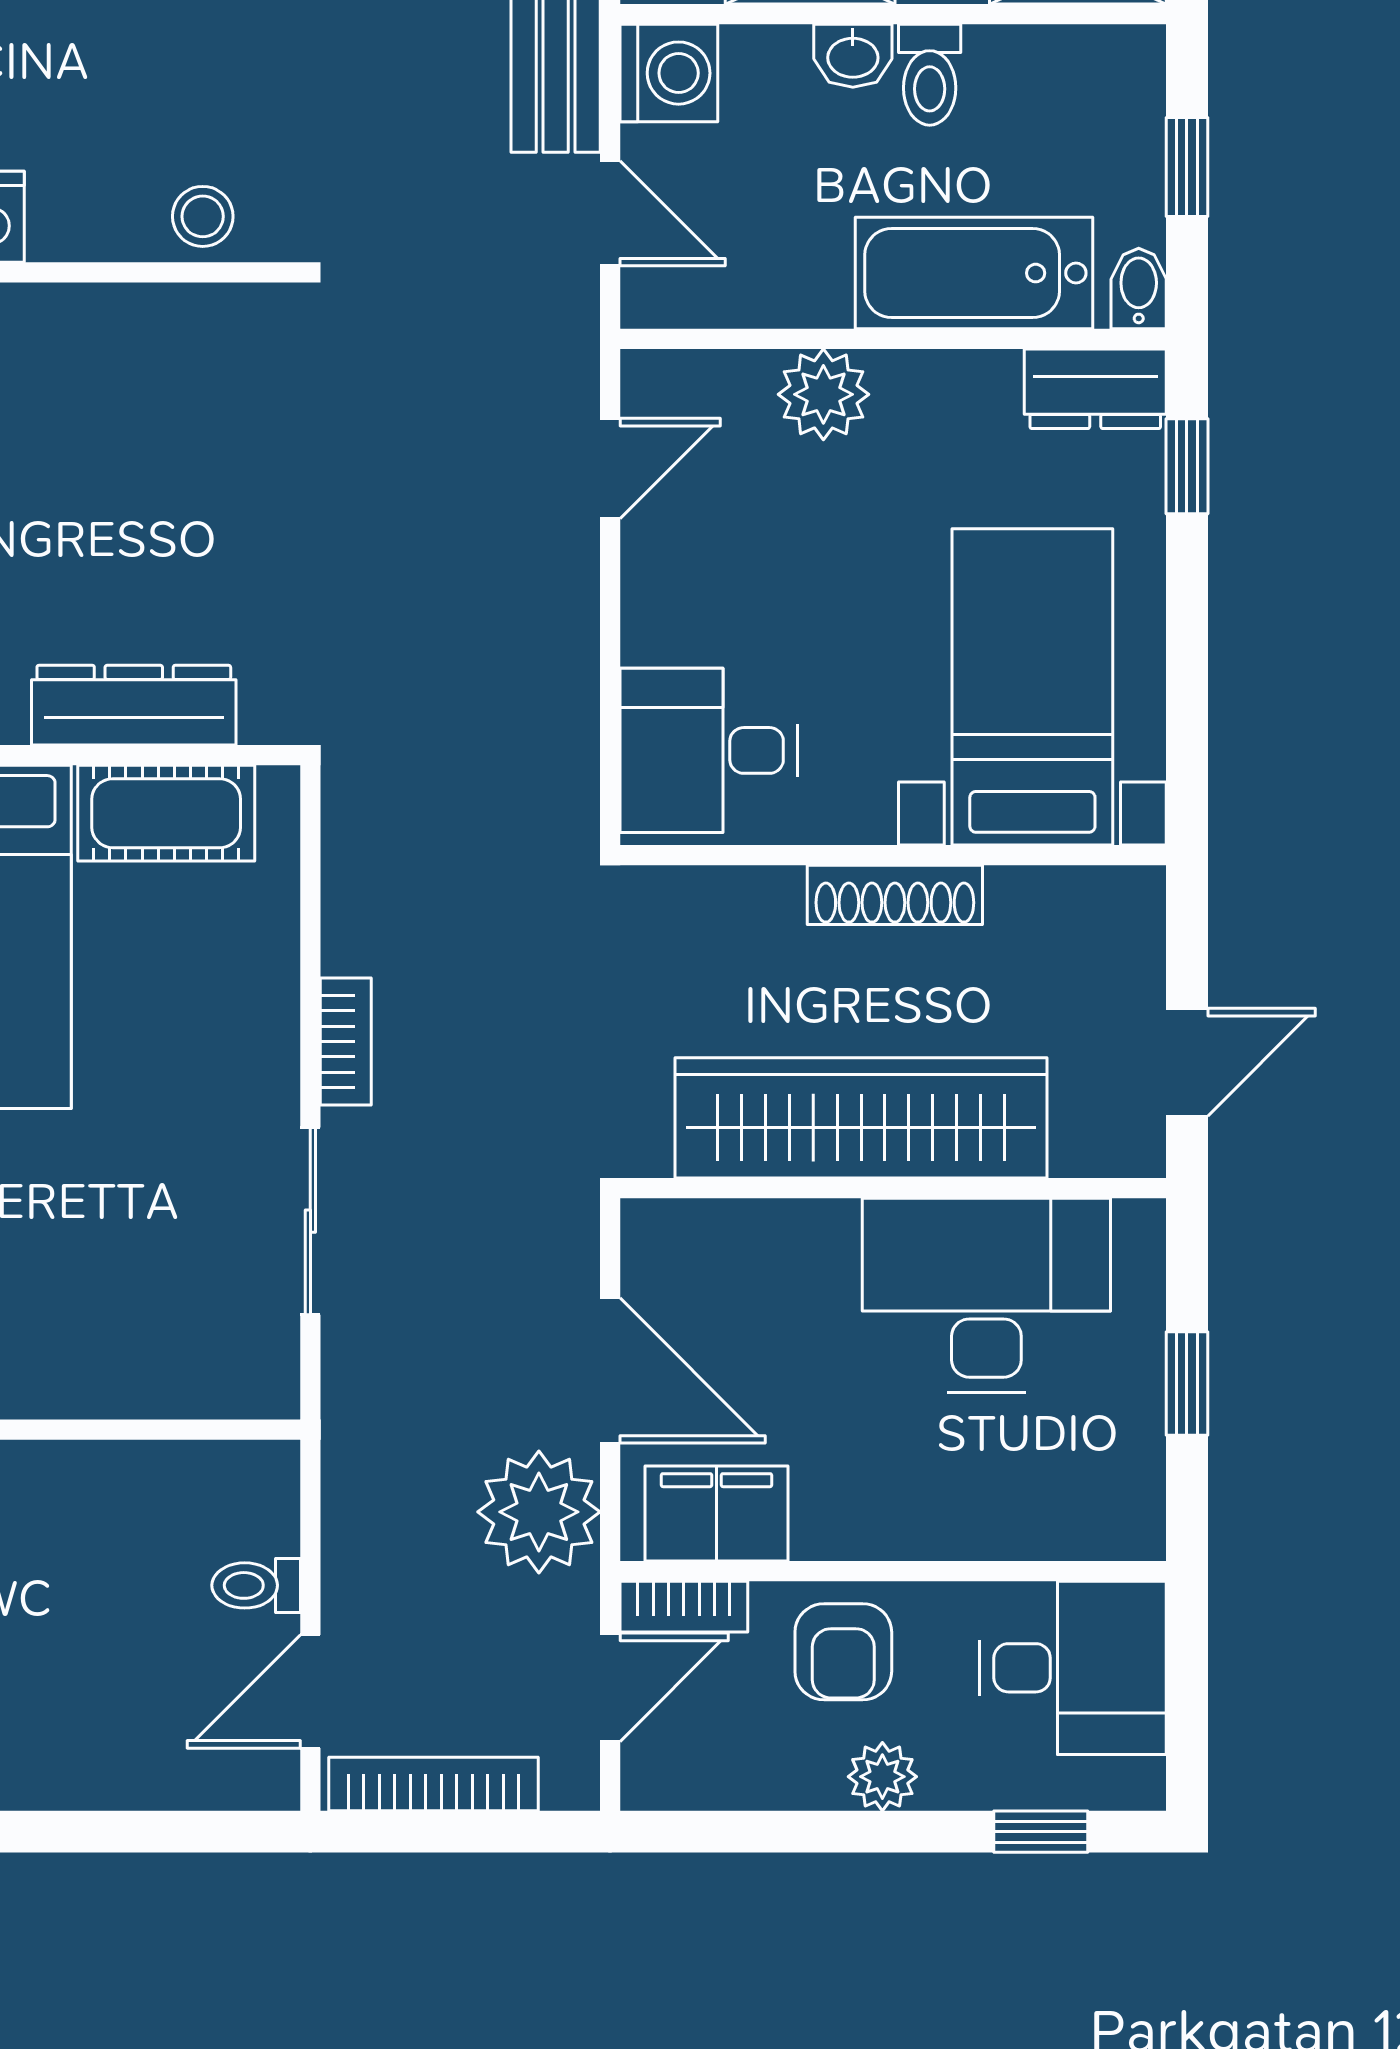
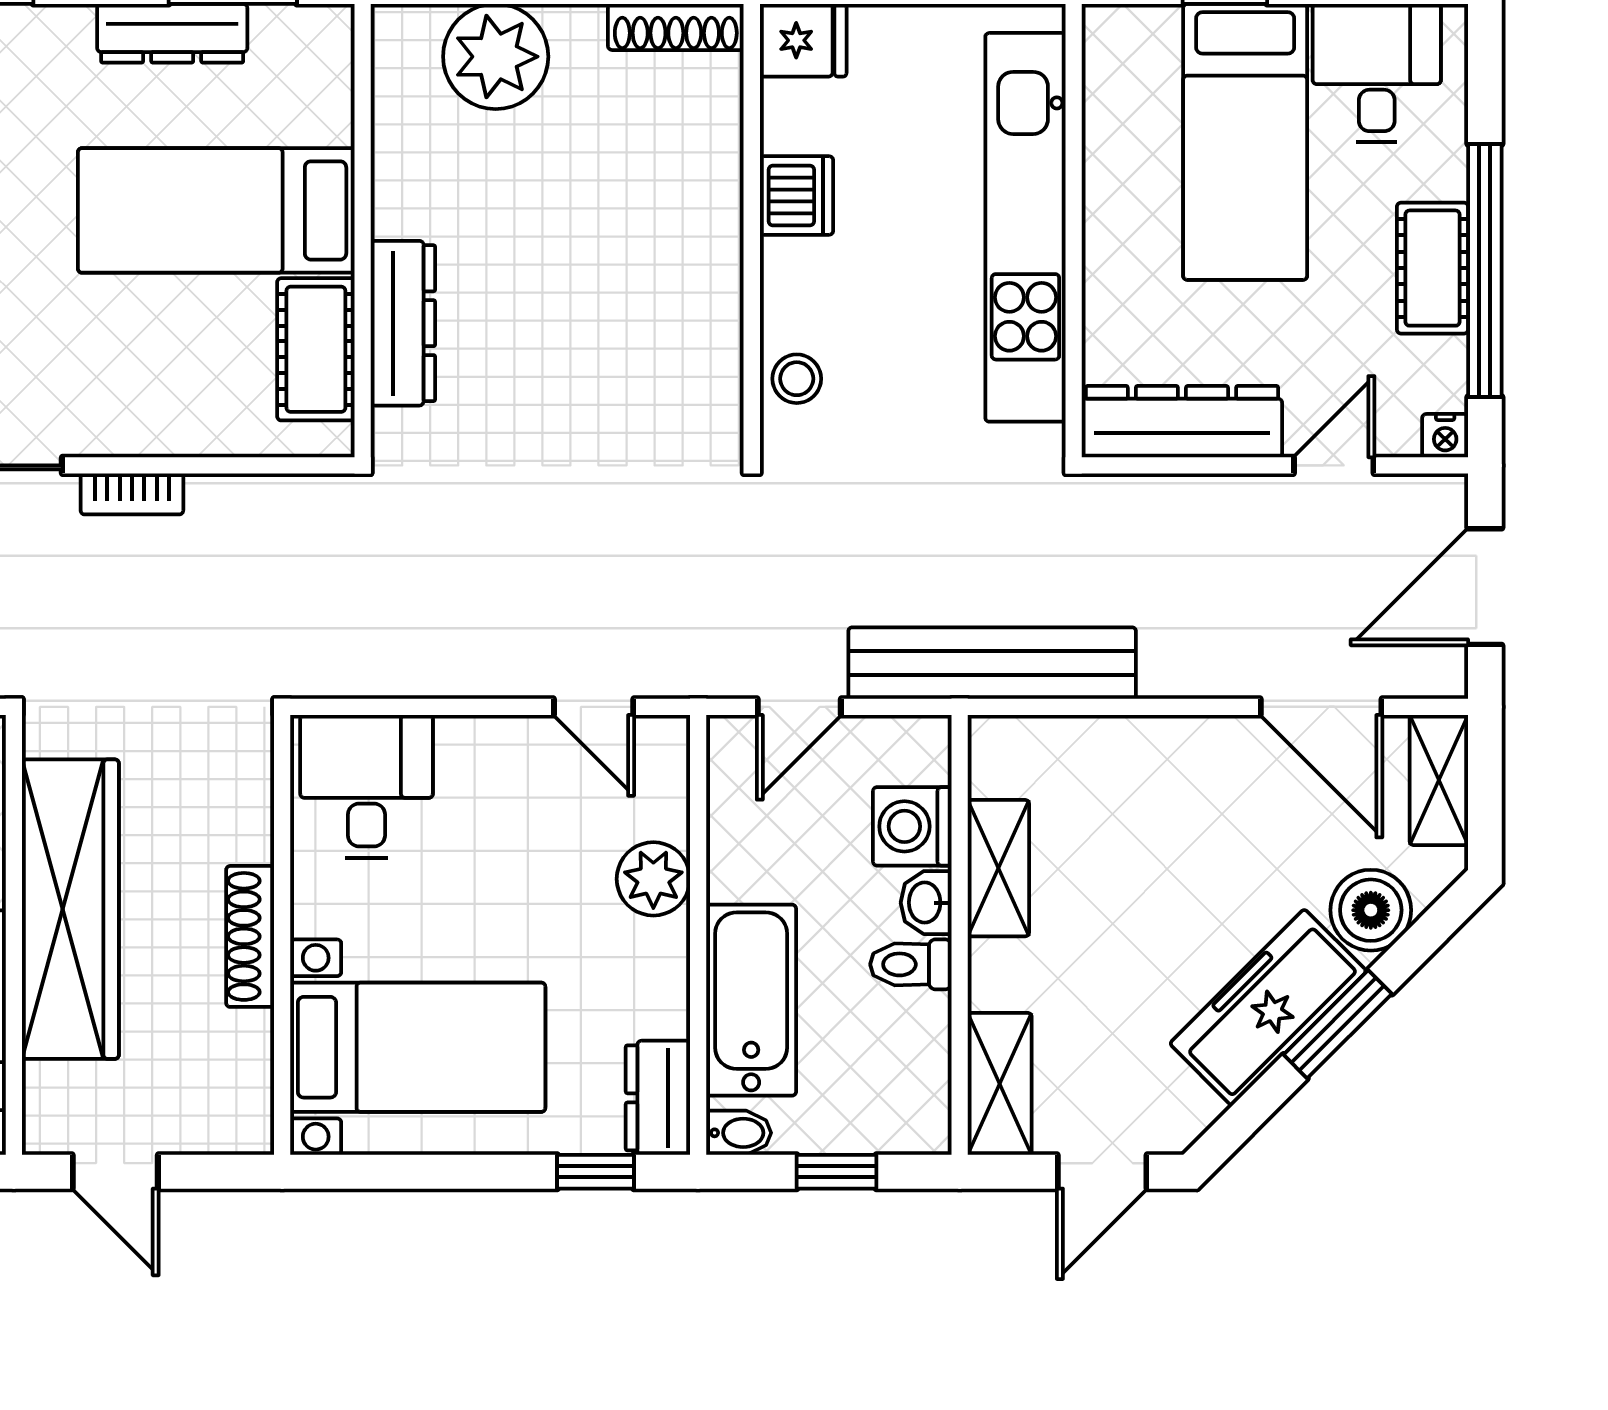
washing machine: (669, 73) -> (912, 826), moved, turned 90

